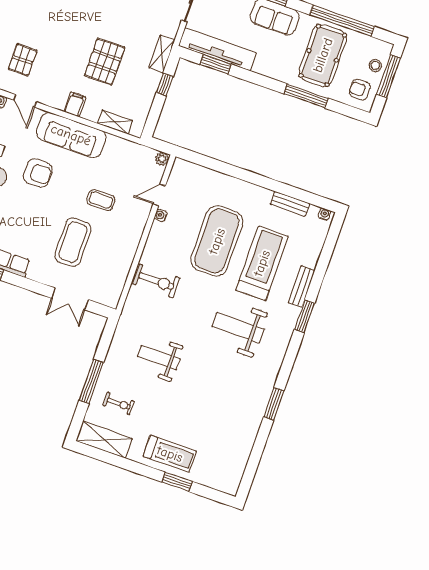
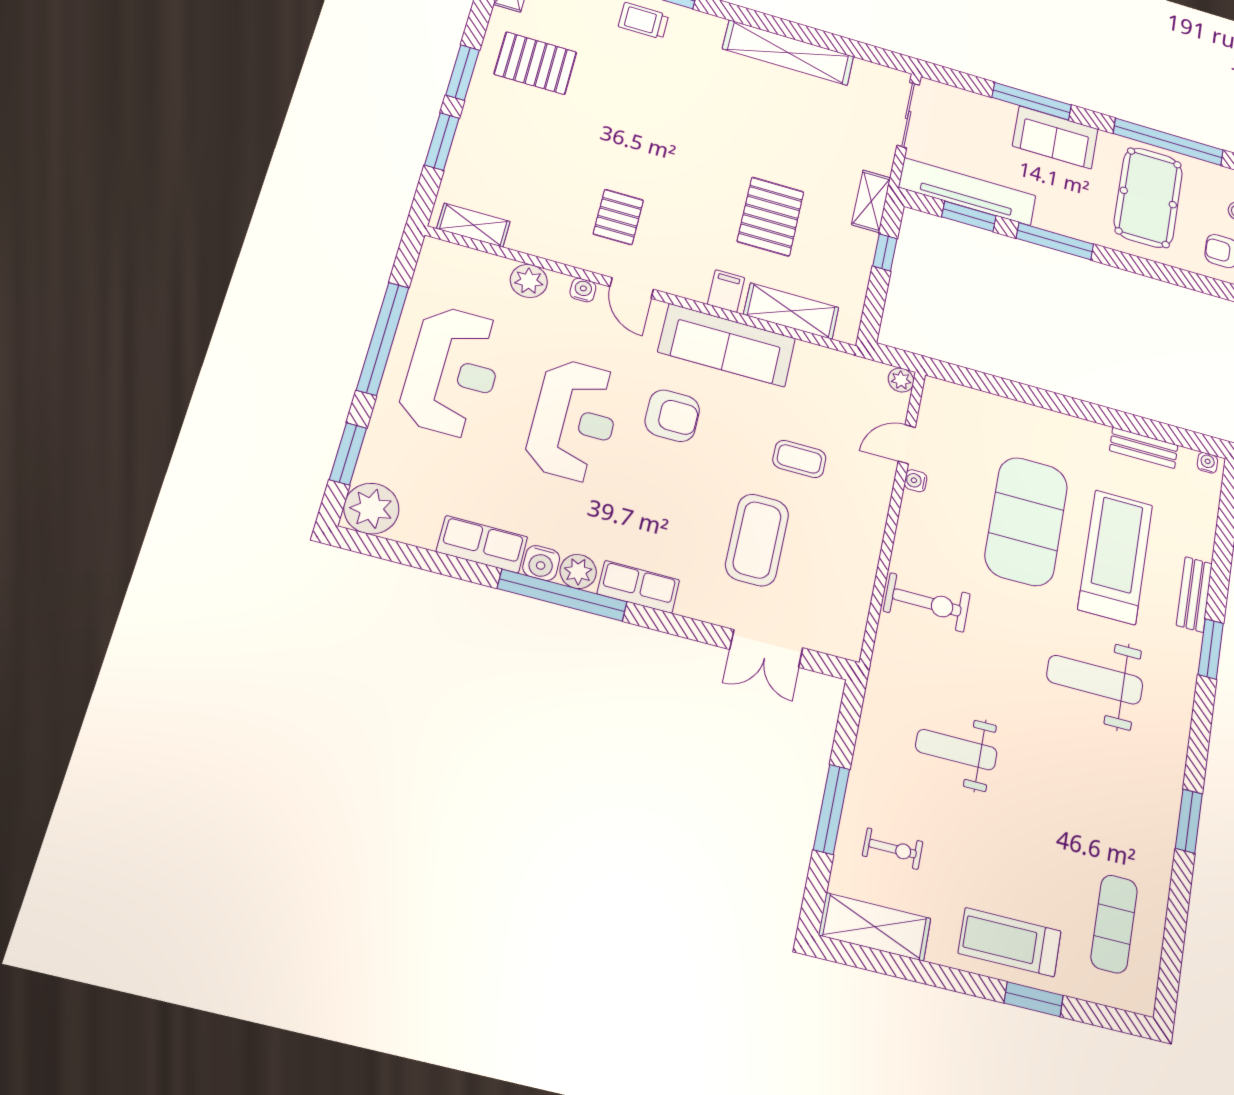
window: (306, 96) -> (1055, 241), moved
shelving: (115, 122) -> (791, 311), width x1.50, depth x1.33
exercise mat: (224, 450) -> (1114, 924), added
treadmill: (170, 454) -> (1010, 942), turned 180

